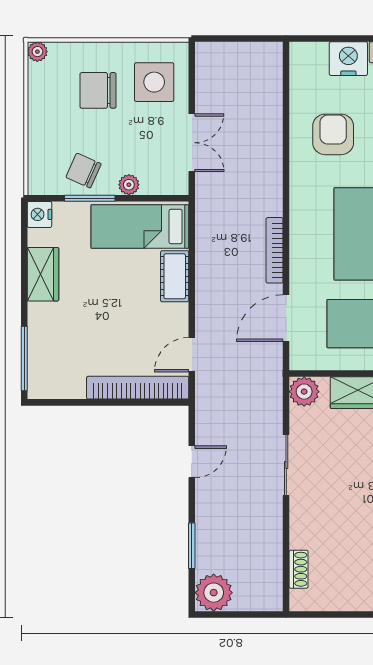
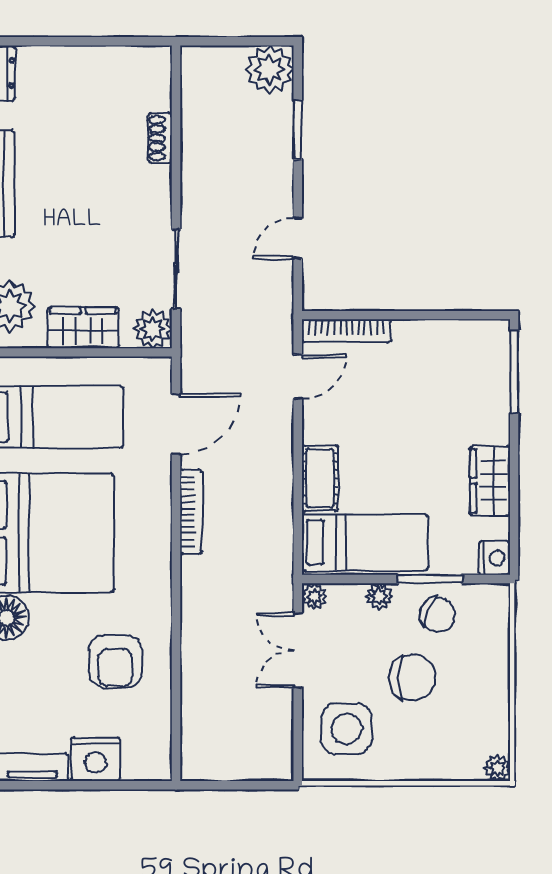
chair: (98, 90) -> (412, 678), moved
plant: (179, 185) -> (314, 597), added
bookcase: (138, 388) -> (346, 331), width x0.68, depth x0.76
sliding door: (286, 465) -> (176, 269), moved
shoe rack: (299, 569) -> (160, 138), moved

